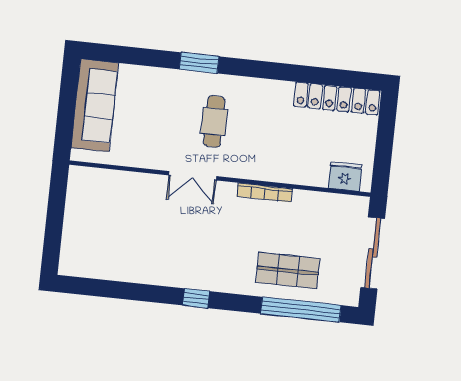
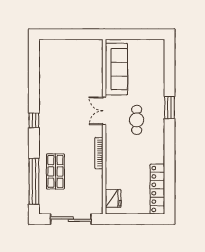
sofa: (95, 105) -> (116, 69), moved, turned -90
cafe table: (214, 122) -> (137, 120), turned 90

